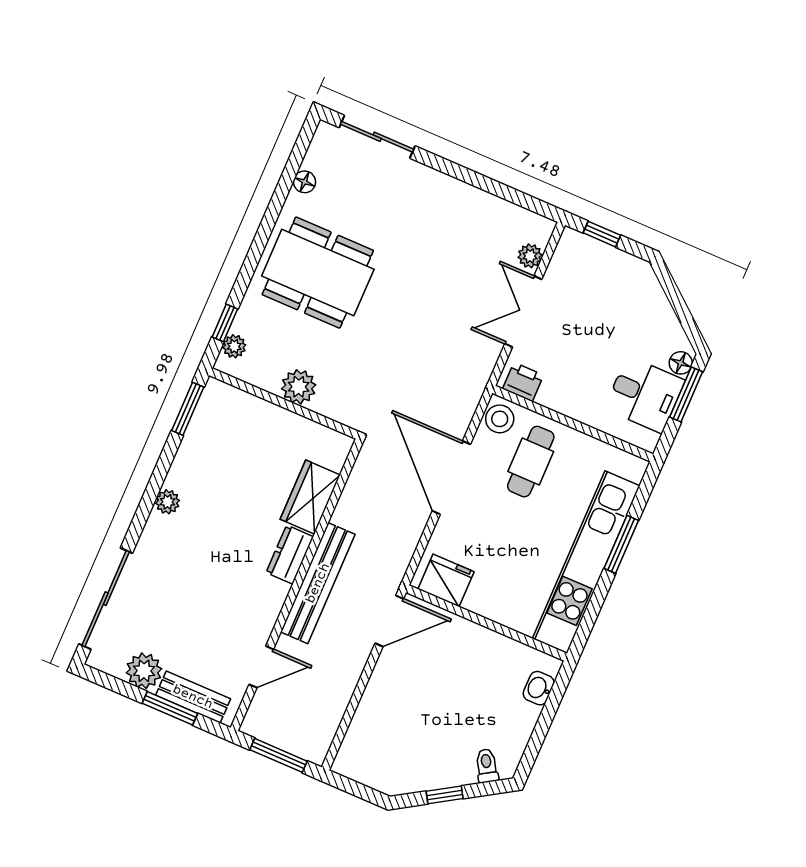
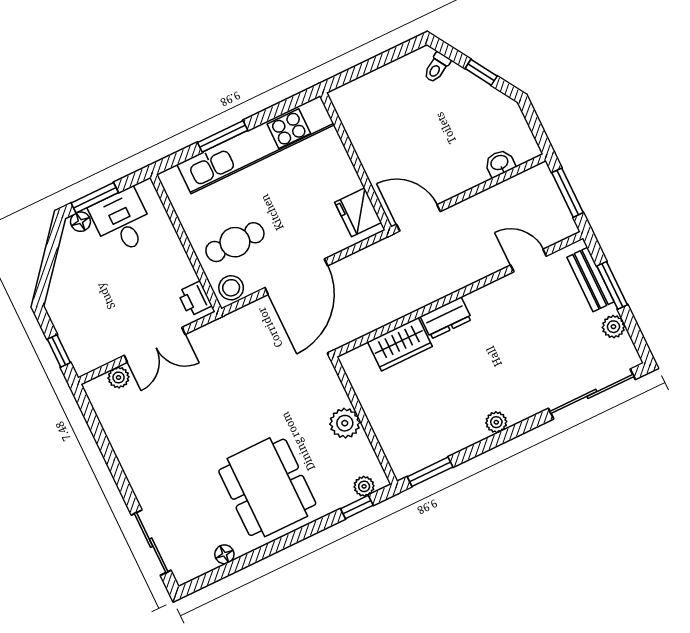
bench: (318, 583) -> (444, 283), removed
plant: (144, 671) -> (613, 327), width x0.73, depth x0.73
washbasin: (539, 688) -> (500, 163), moved, turned 180

